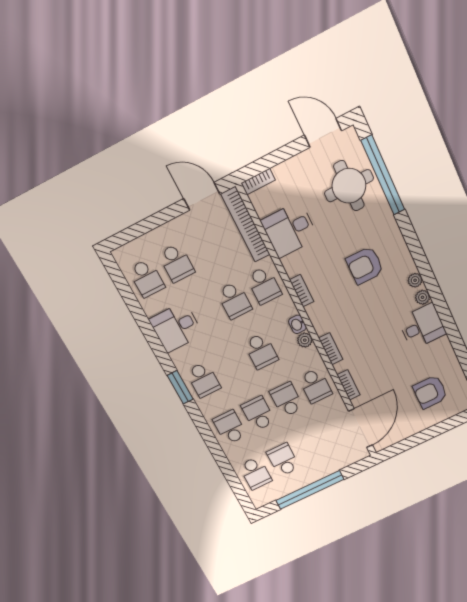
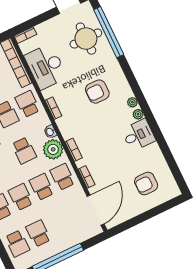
desk: (290, 229) -> (46, 67), width x1.37
school desk: (264, 285) -> (27, 104), turned 180
plant: (305, 340) -> (53, 149), width x1.88, depth x1.88
school desk: (315, 386) -> (63, 177), turned 180

